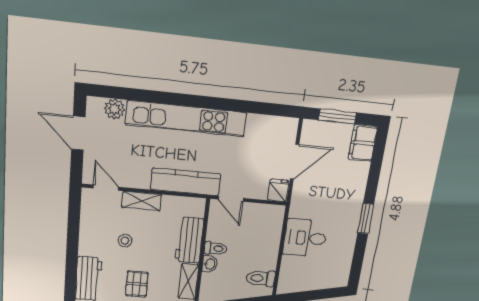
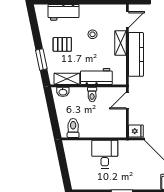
kitchen counter: (186, 182) -> (136, 54), moved
washbasin: (210, 264) -> (63, 92), moved

